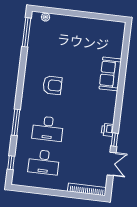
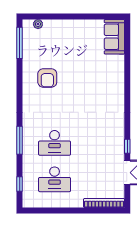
sofa: (110, 74) -> (114, 37), moved
armchair: (52, 85) -> (47, 78), moved, turned 90
printer: (107, 130) -> (118, 137), removed

